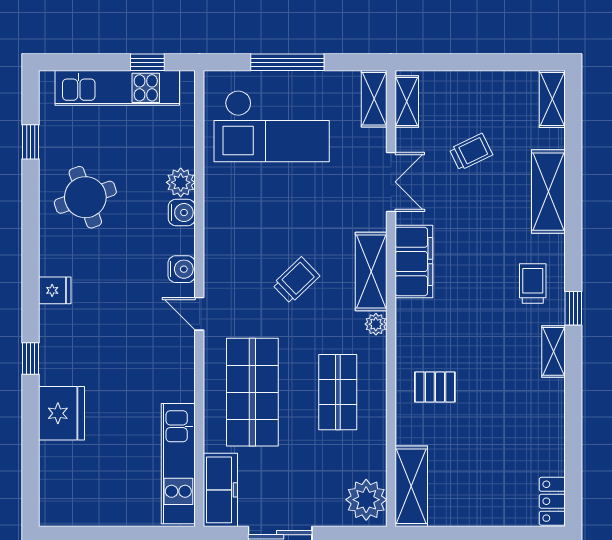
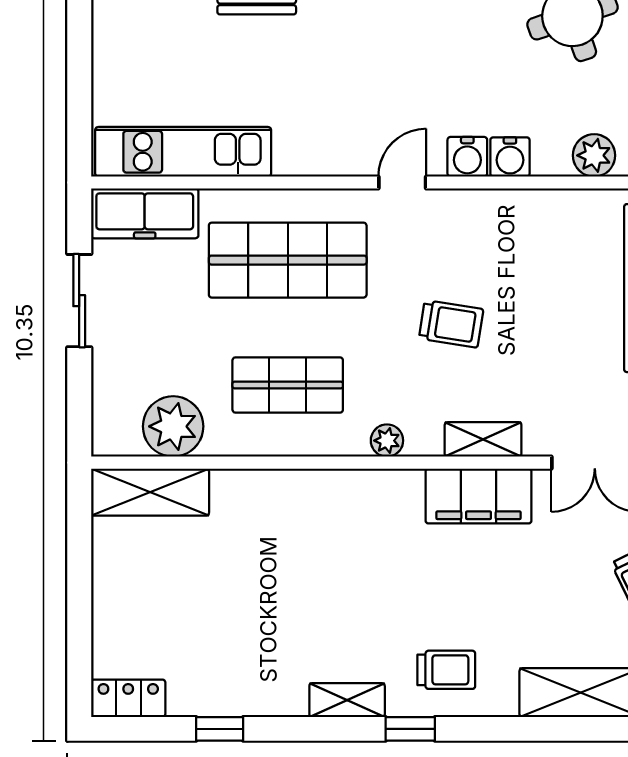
water cooler: (182, 213) -> (510, 157), moved
shelving: (371, 271) -> (483, 439), width x0.67, depth x0.75
trolley: (296, 280) -> (451, 324), turned -37
pallet: (435, 387) -> (295, 527), removed
window: (573, 439) -> (220, 729), added
plant: (366, 500) -> (173, 426), moved

